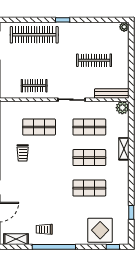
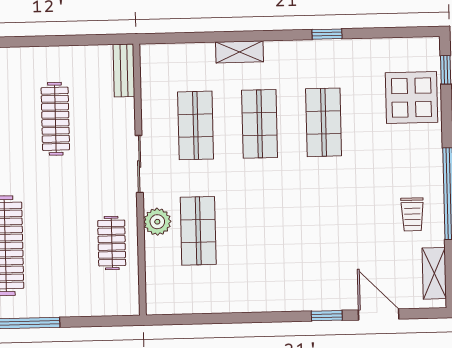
bench: (112, 93) -> (124, 71), width x0.73
plant: (122, 108) -> (157, 222), moved
trolley: (23, 153) -> (253, 264), removed
window: (131, 212) -> (327, 34), moved

